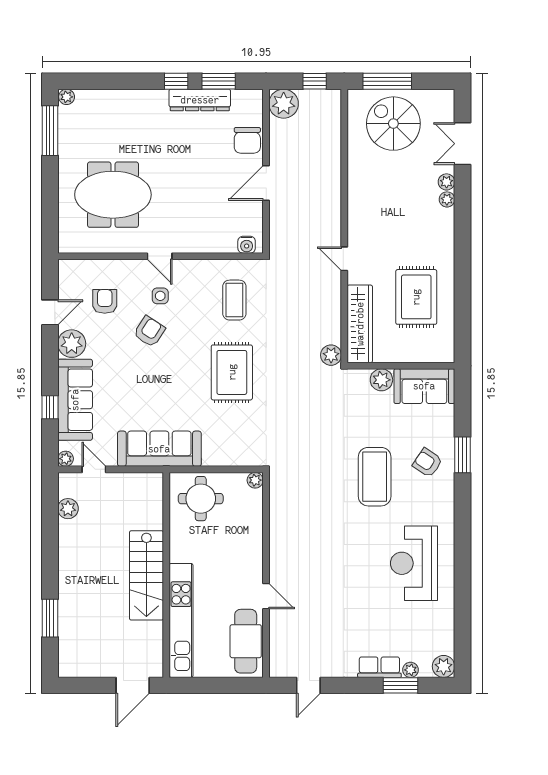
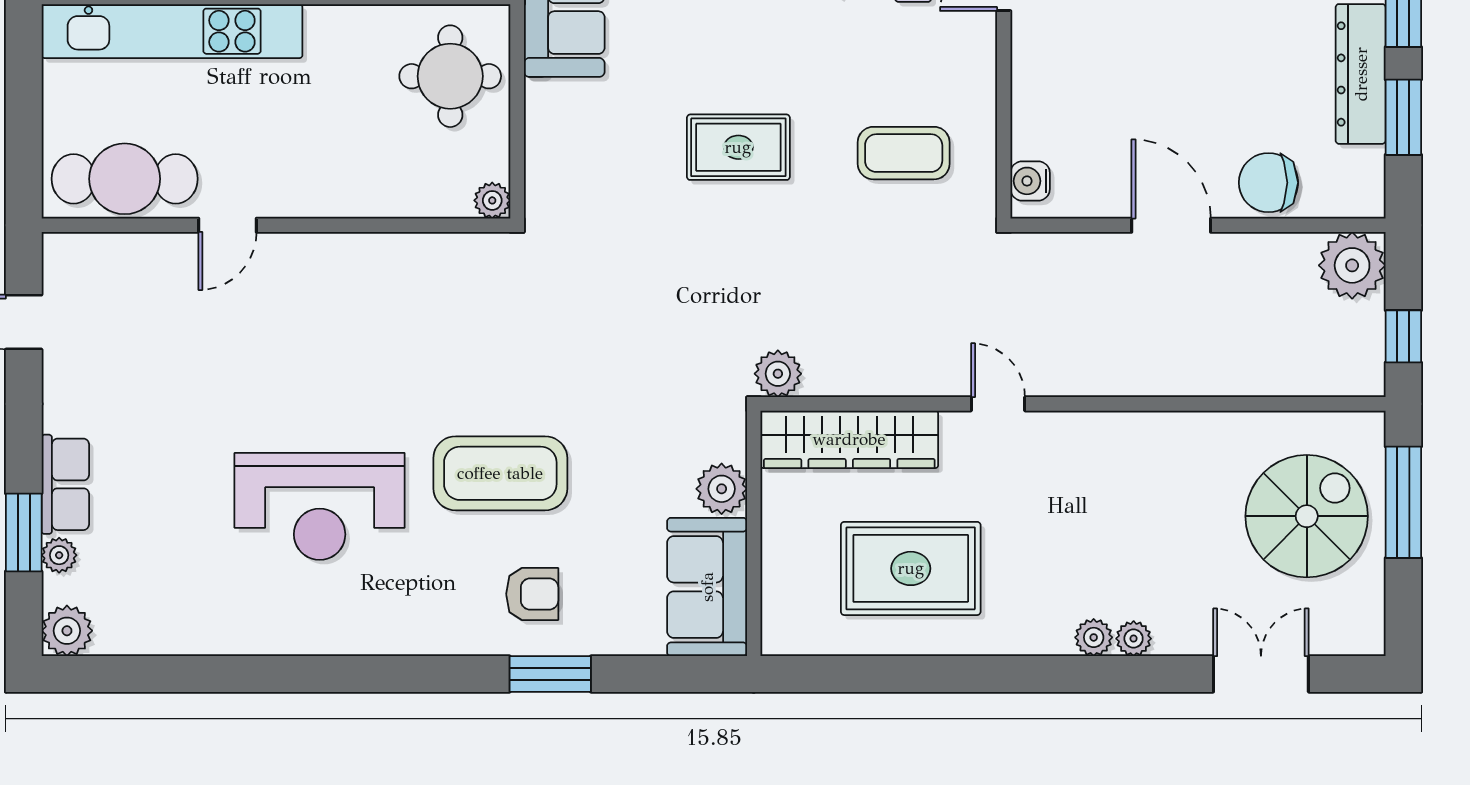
plant: (447, 182) -> (1094, 637), moved
door: (344, 259) -> (998, 404), hinge flipped
rug: (232, 372) -> (738, 147), width x0.73, depth x0.70
armchair: (427, 463) -> (532, 594), turned 56
reception desk: (414, 563) -> (320, 506), moved, turned 180

